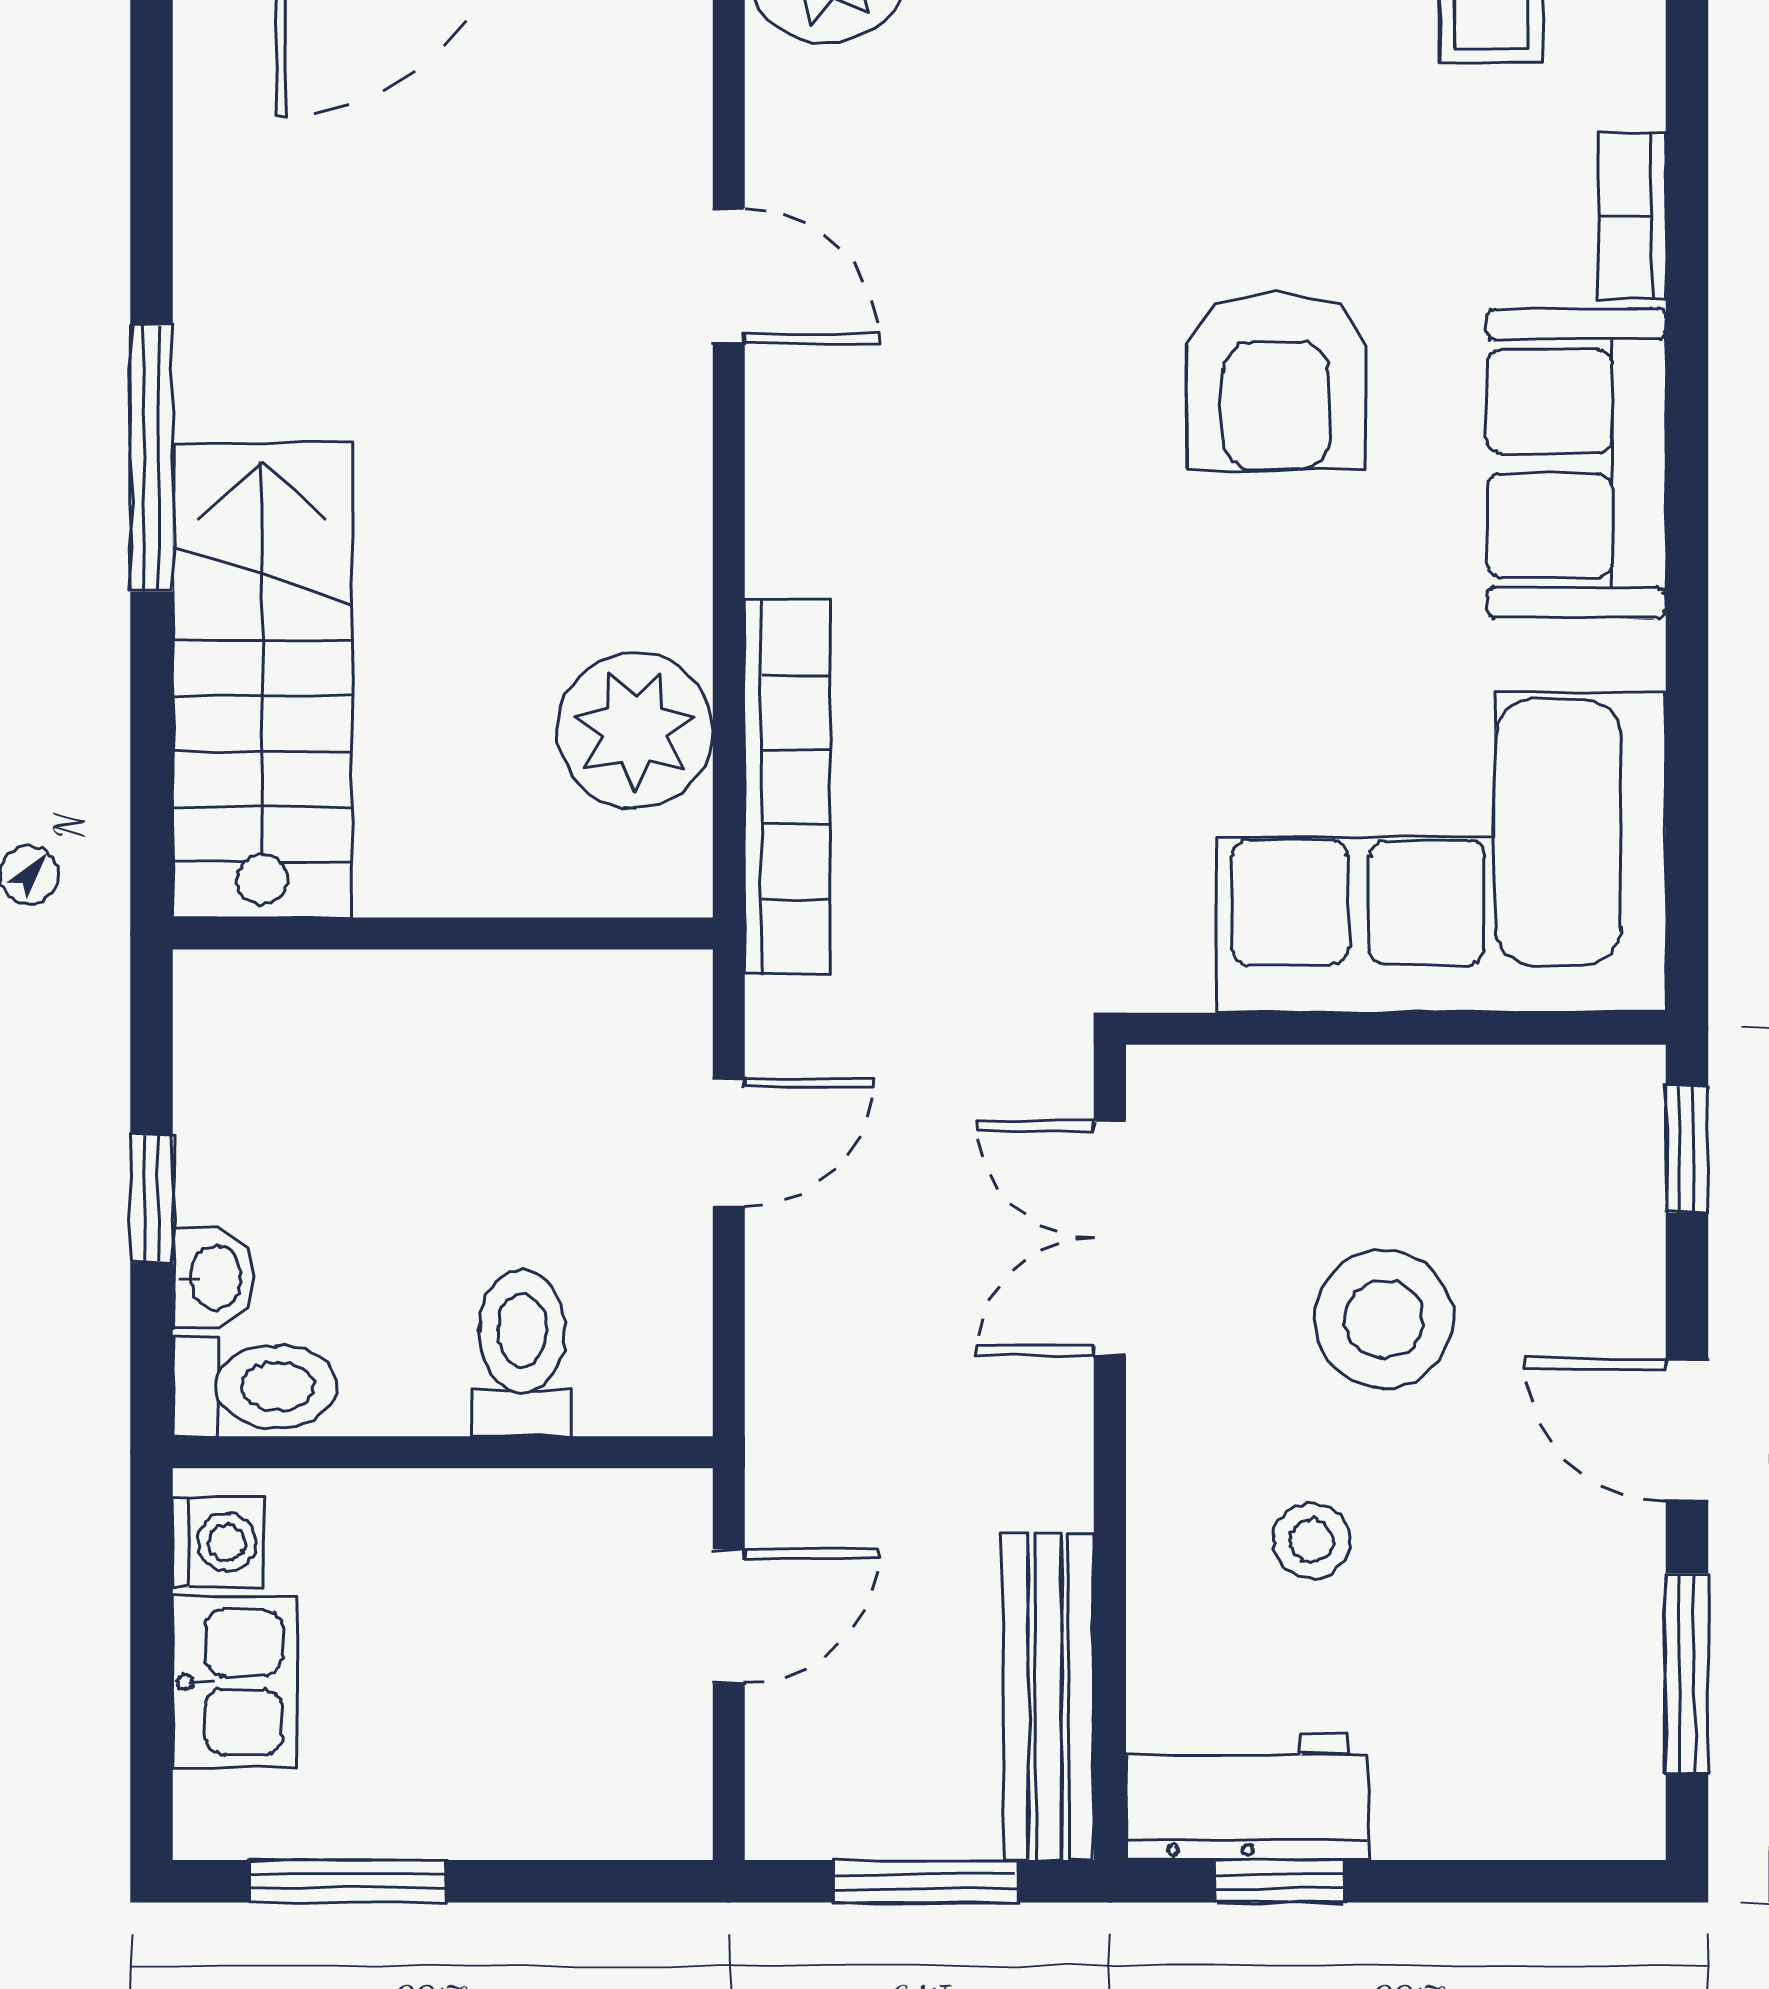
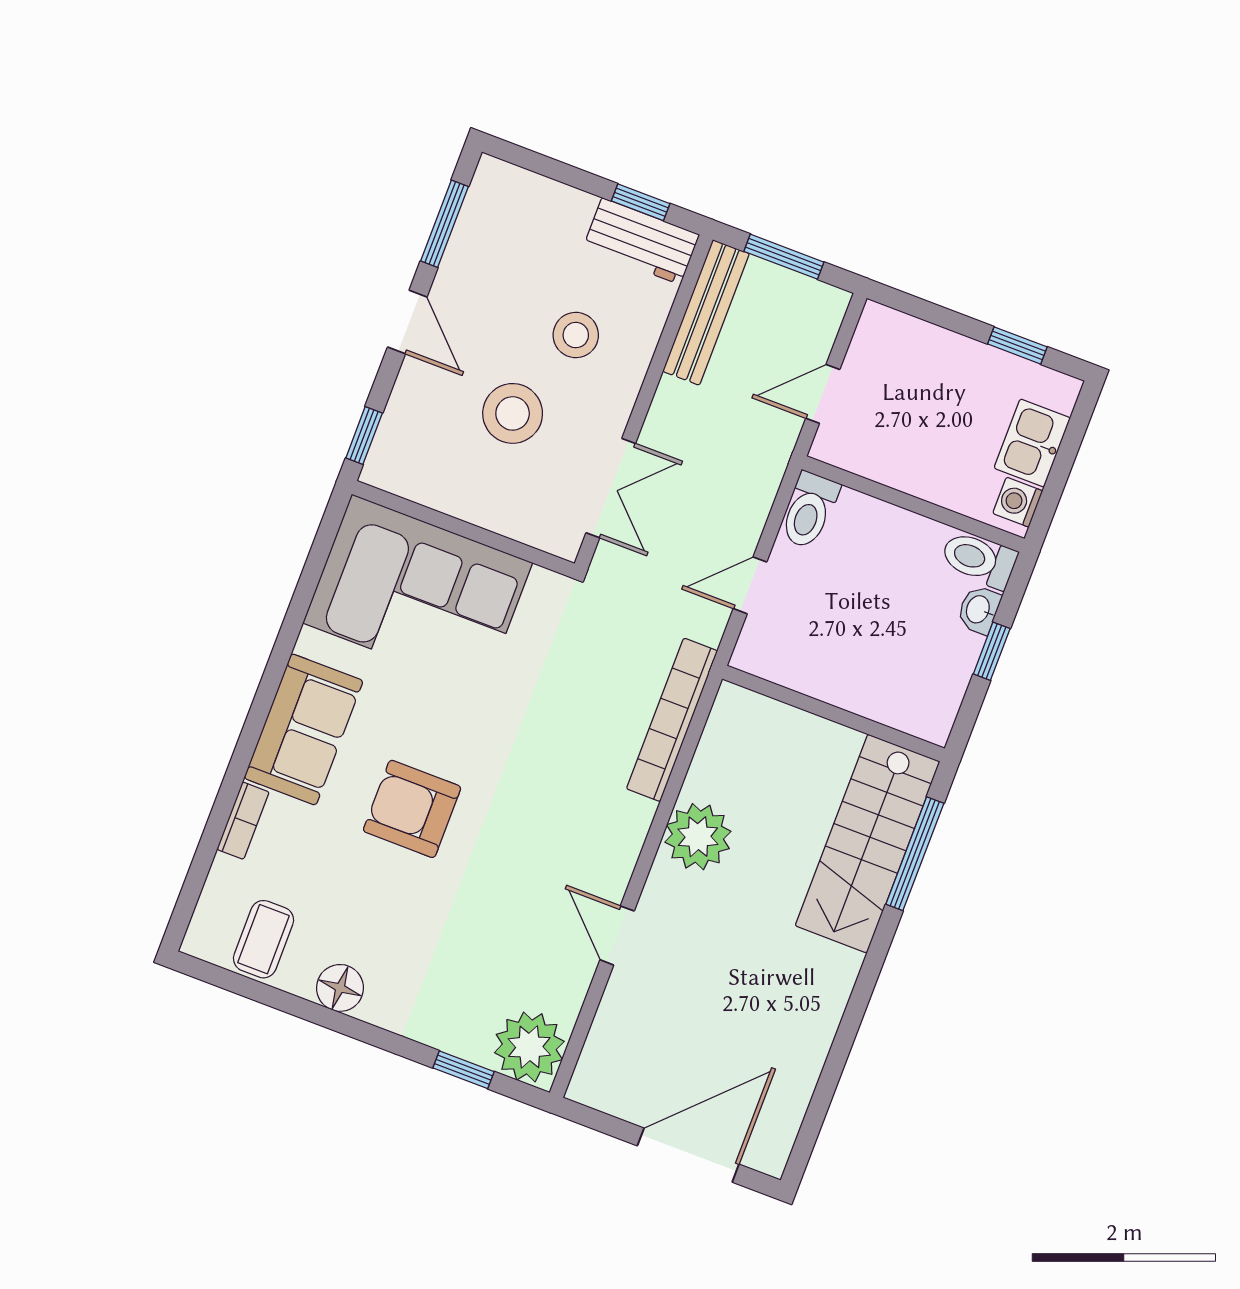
armchair: (1276, 381) -> (412, 809), turned -90
window: (152, 458) -> (915, 854), moved
plant: (635, 730) -> (698, 837), moved
toilet: (522, 1353) -> (809, 510), moved
stool: (1311, 1541) -> (576, 335), width x1.37, depth x1.37
window: (347, 1881) -> (1017, 345), width x0.67

